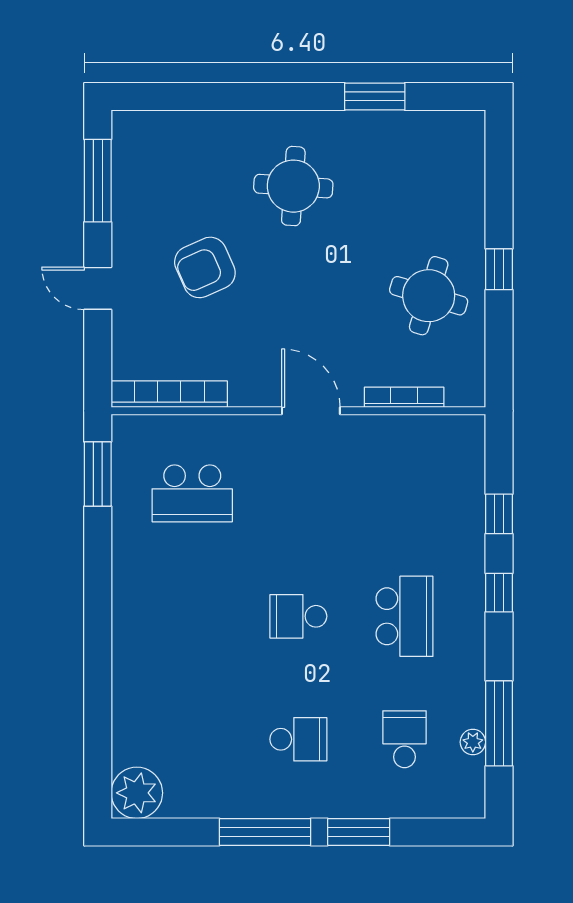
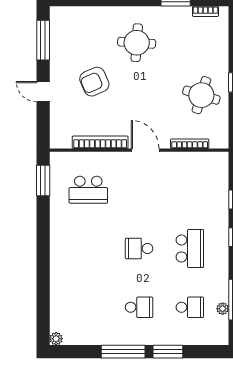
bookcase: (437, 121) -> (205, 11), added
bookcase: (169, 394) -> (100, 142), moved
school desk: (404, 739) -> (190, 307), turned 90
plant: (137, 793) -> (56, 339), width x0.53, depth x0.53

